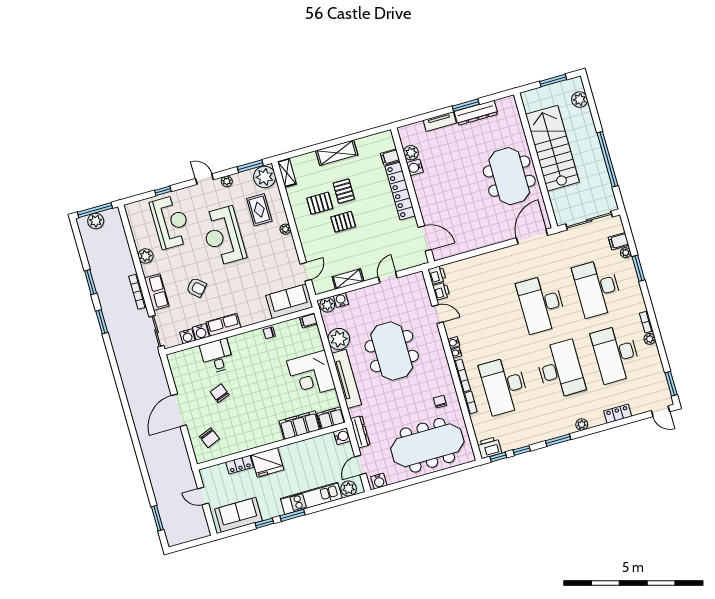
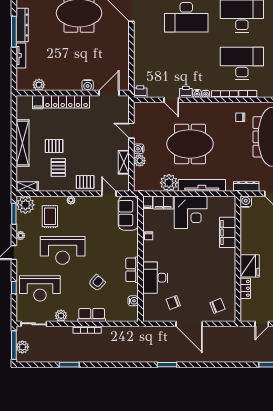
window: (466, 105) -> (14, 32), width x1.44
shelving: (337, 153) -> (22, 143), width x1.47
water cooler: (415, 167) -> (88, 85), moved
rug: (259, 210) -> (50, 216), turned 90
reception desk: (171, 222) -> (40, 288), turned 180
pallet: (343, 222) -> (85, 182), moved, turned 90
printer: (441, 291) -> (186, 92), moved
water cooler: (341, 300) -> (139, 149), moved
plant: (327, 305) -> (140, 161), moved
door: (438, 314) -> (171, 100), swing flipped
window: (102, 322) -> (167, 365), moved
sliding door: (156, 331) -> (34, 324), moved
water cooler: (201, 332) -> (133, 289), removed
desk: (217, 356) -> (155, 278), width x1.37
desk: (504, 385) -> (242, 63), turned 180
chair: (220, 393) -> (173, 302), moved
filing cabinet: (331, 418) -> (163, 203), moved, turned -90

